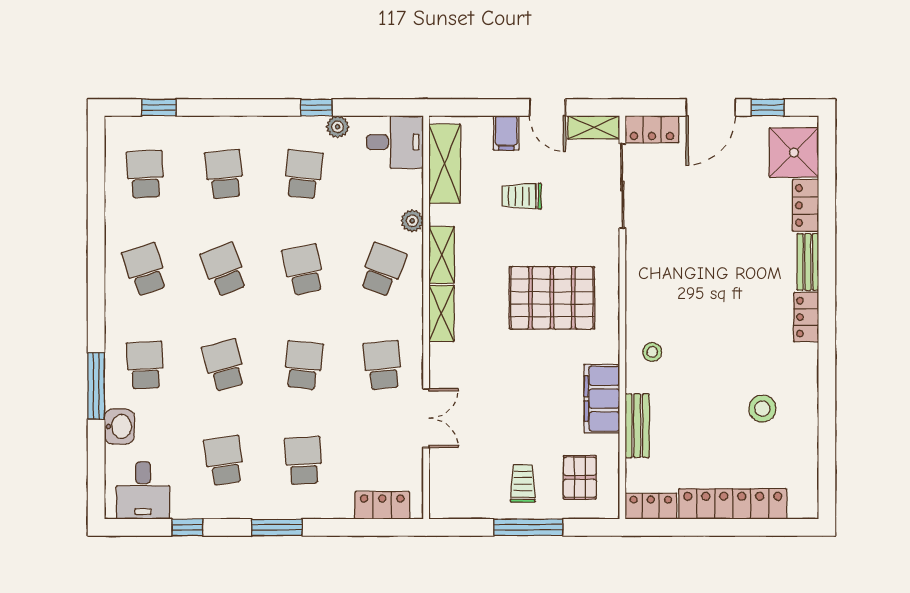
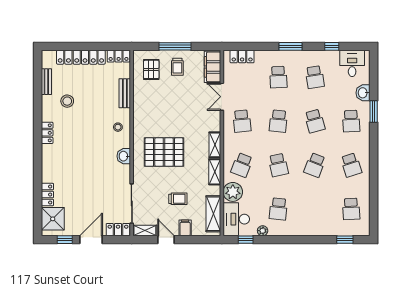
window: (316, 107) -> (246, 240), moved
desk: (395, 142) -> (236, 219), width x1.37
school desk: (224, 174) -> (315, 209), removed
plant: (412, 221) -> (233, 192), width x1.88, depth x1.88
bench: (808, 262) -> (46, 82), moved
school desk: (224, 270) -> (315, 165), turned 42
washbasin: (639, 289) -> (124, 156), added
locker: (806, 317) -> (47, 133), moved
window: (96, 386) -> (374, 111), width x0.69
filing cabinet: (602, 399) -> (212, 67), moved, turned 180

